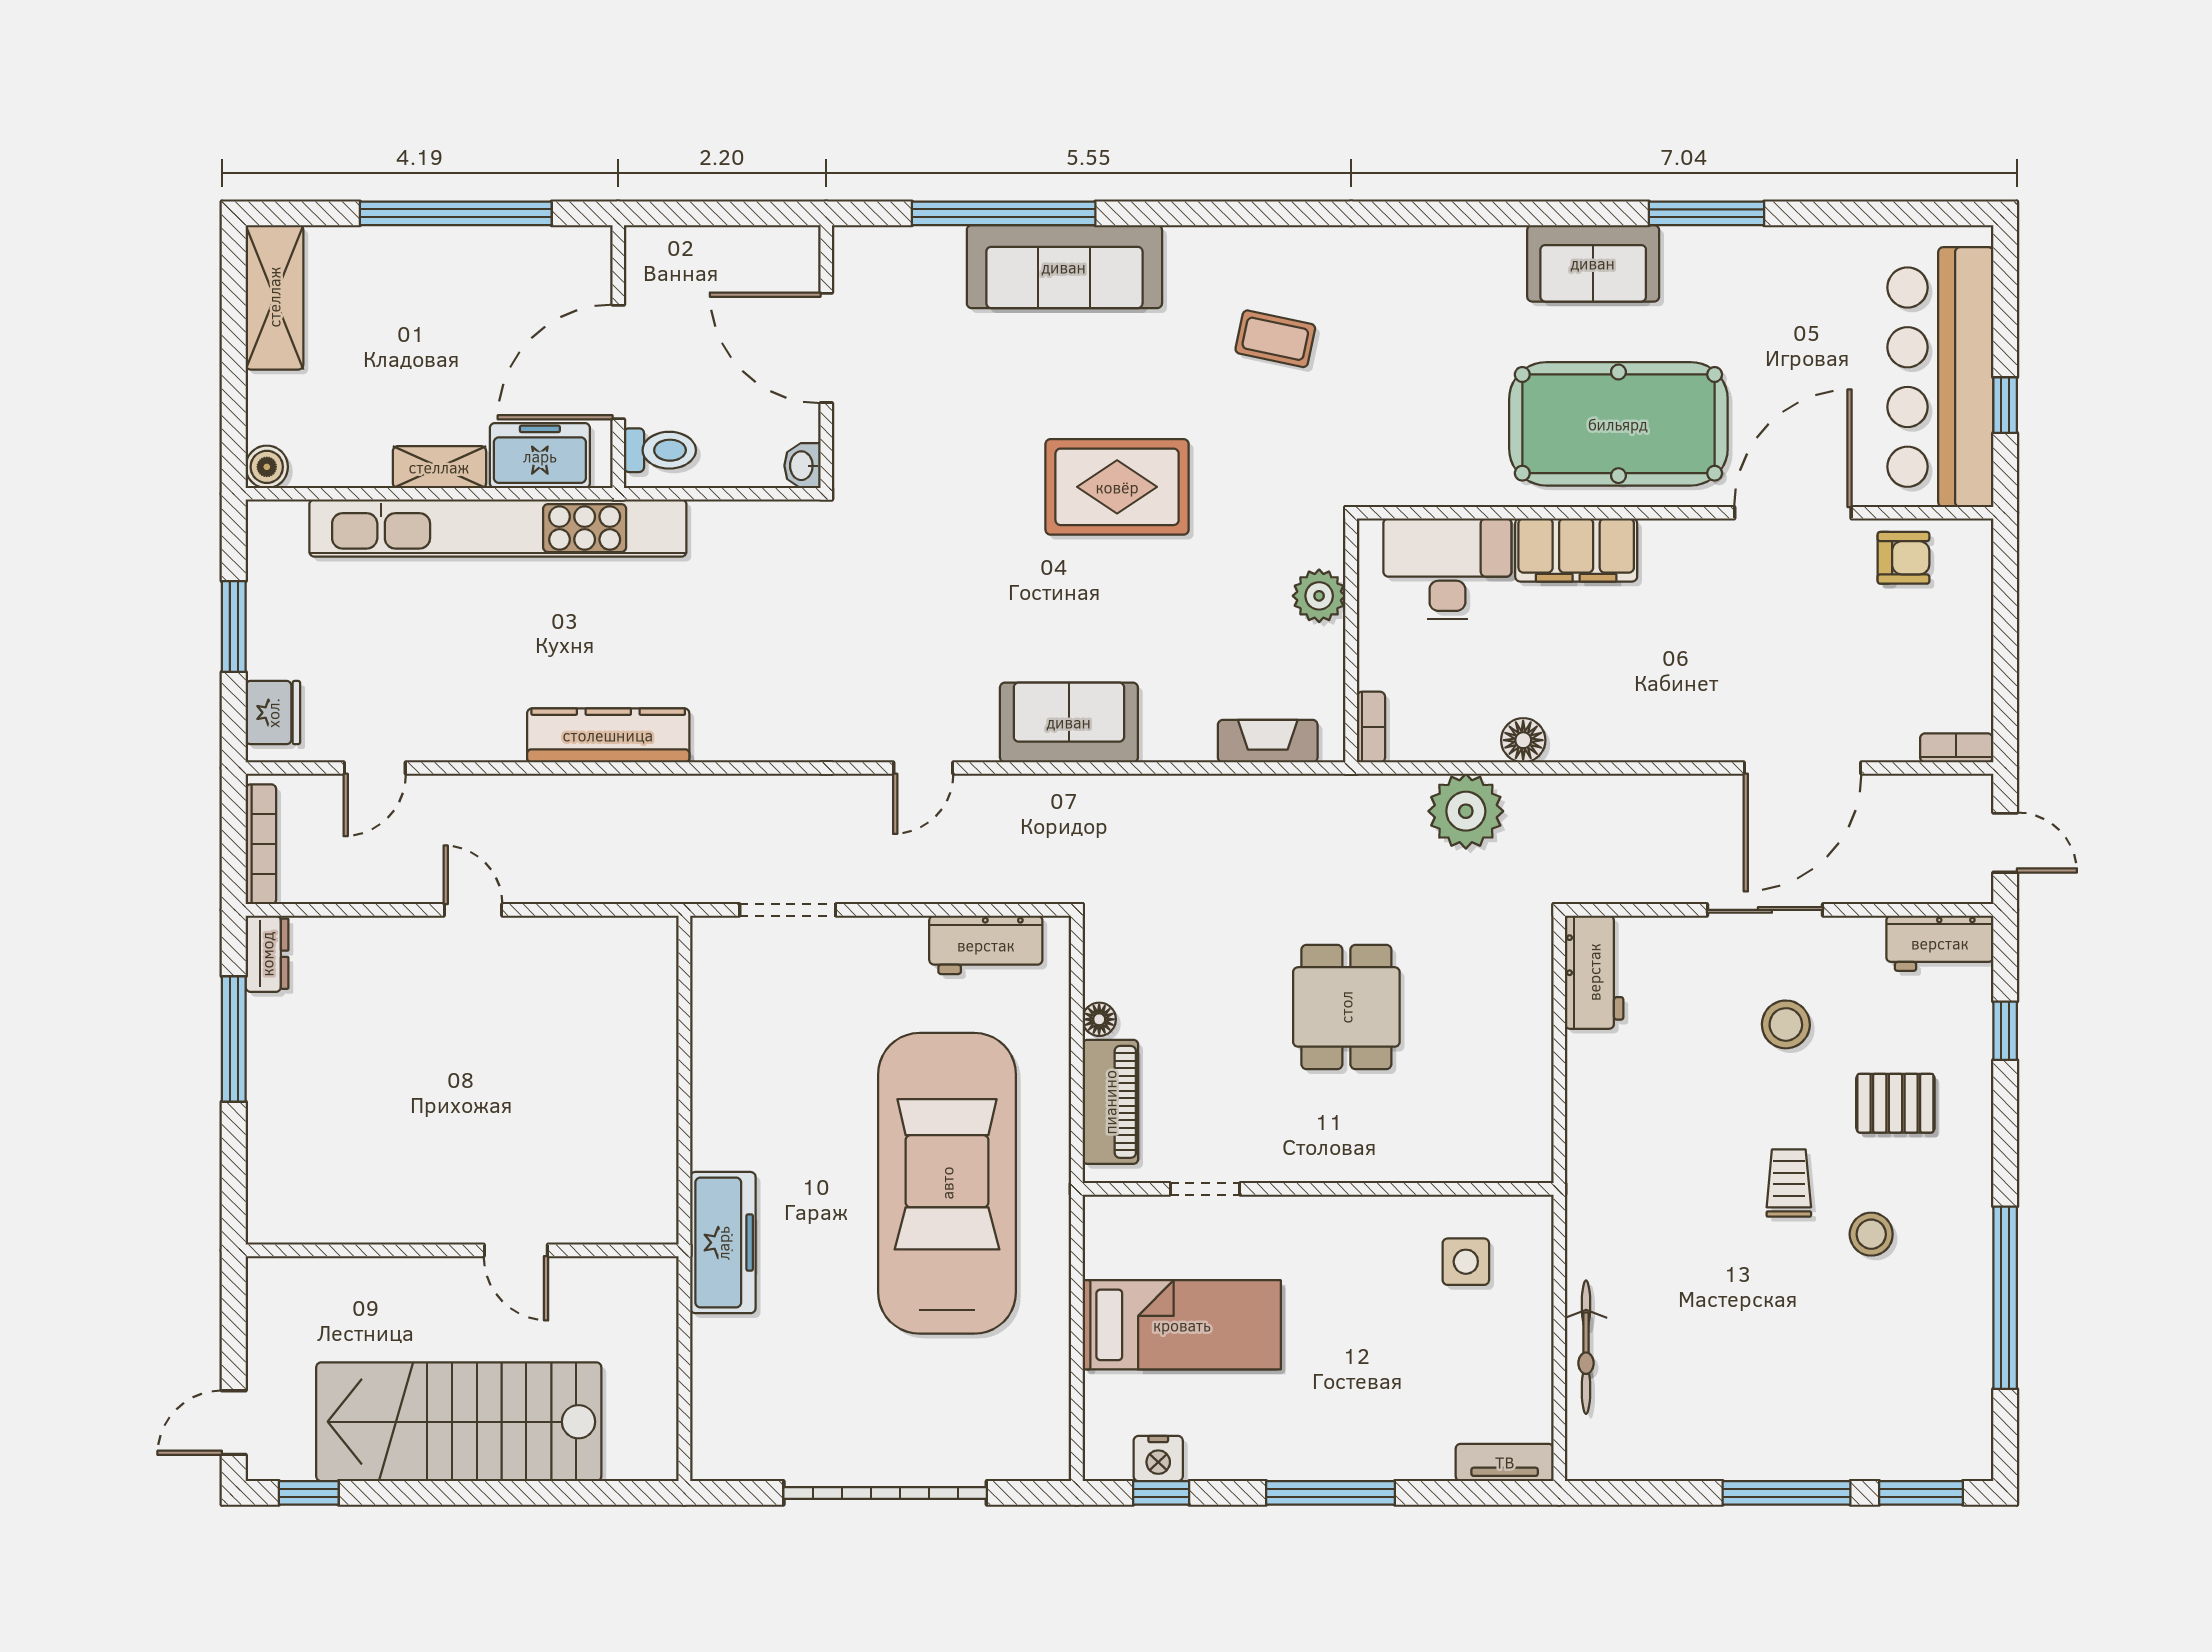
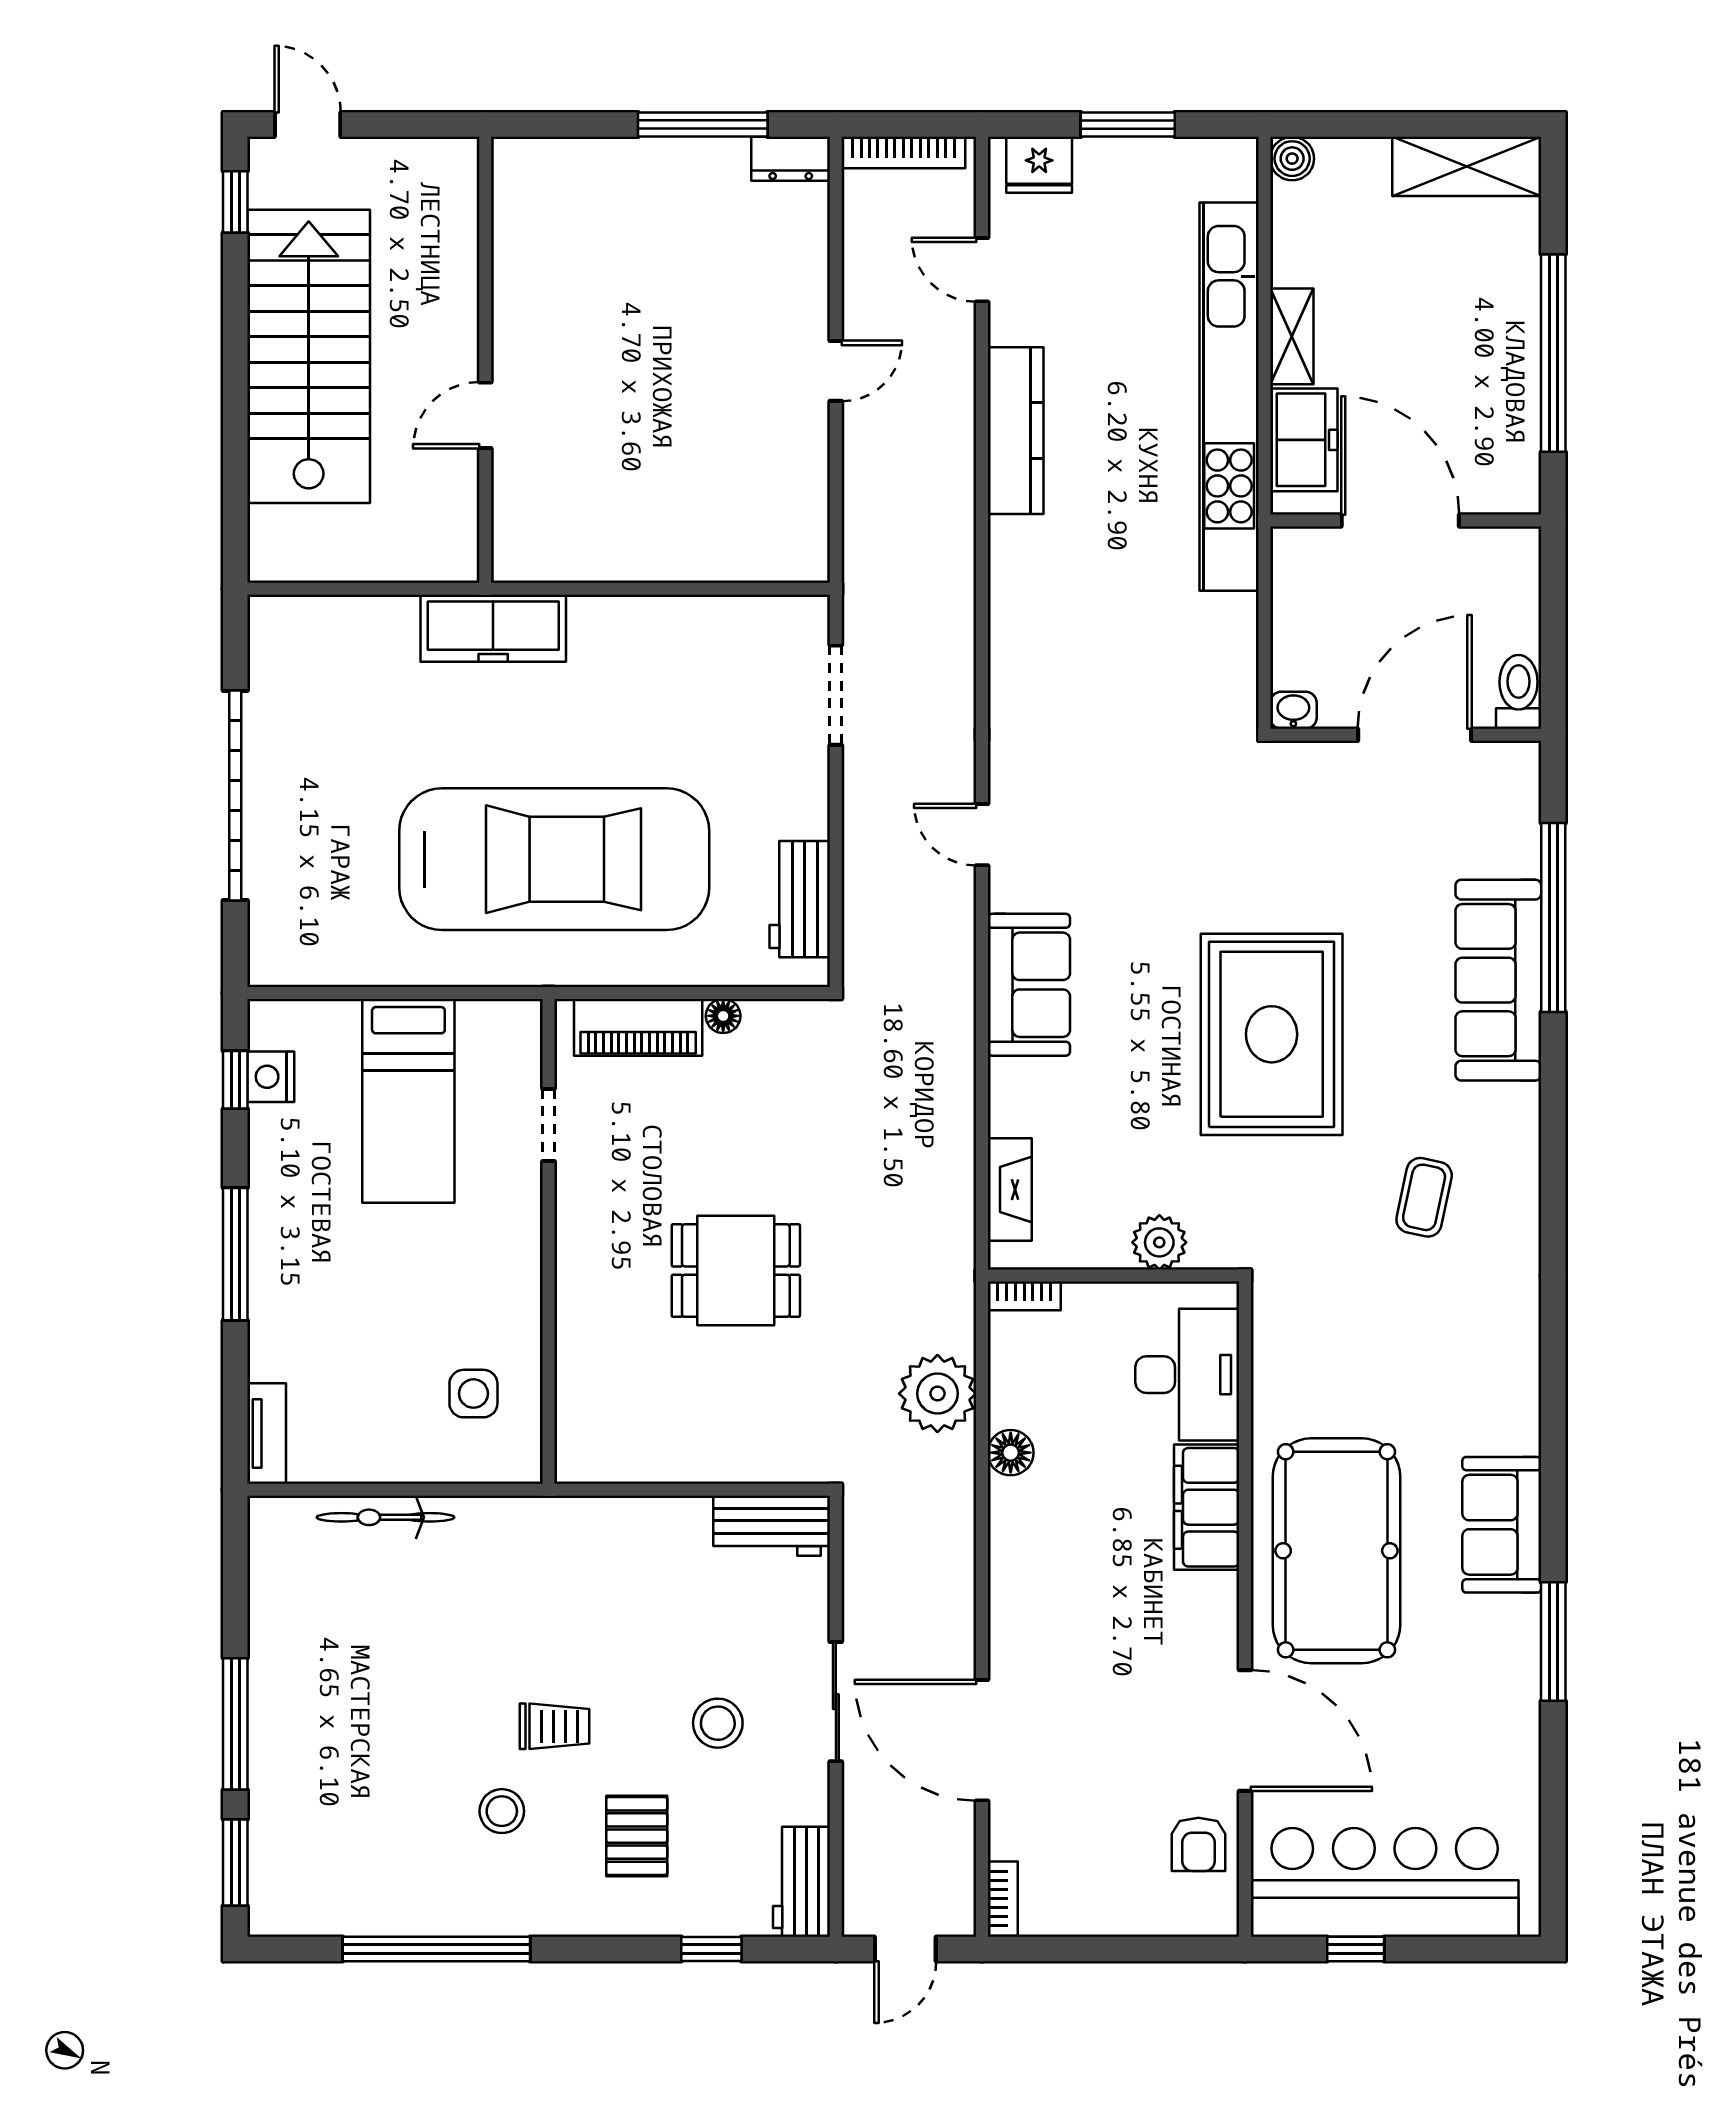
toilet: (660, 450) -> (1519, 692), moved, turned 180
rug: (1117, 487) -> (1272, 1034), width x1.37, depth x1.44
kitchen counter: (608, 735) -> (1016, 431), moved

